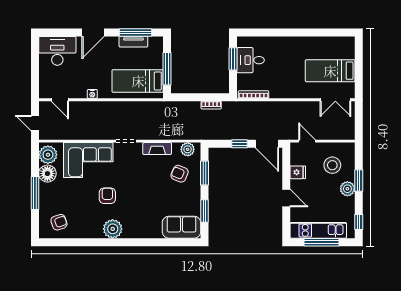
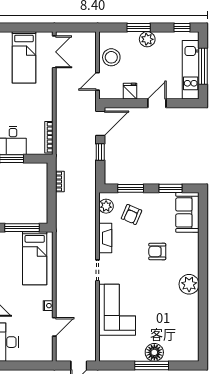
door: (60, 100) -> (54, 327), moved
plant: (48, 155) -> (112, 352), removed
stool: (332, 165) -> (111, 57), moved
floor lamp: (47, 174) -> (154, 352), moved
armchair: (107, 196) -> (157, 251), moved
armchair: (59, 222) -> (182, 340), removed

